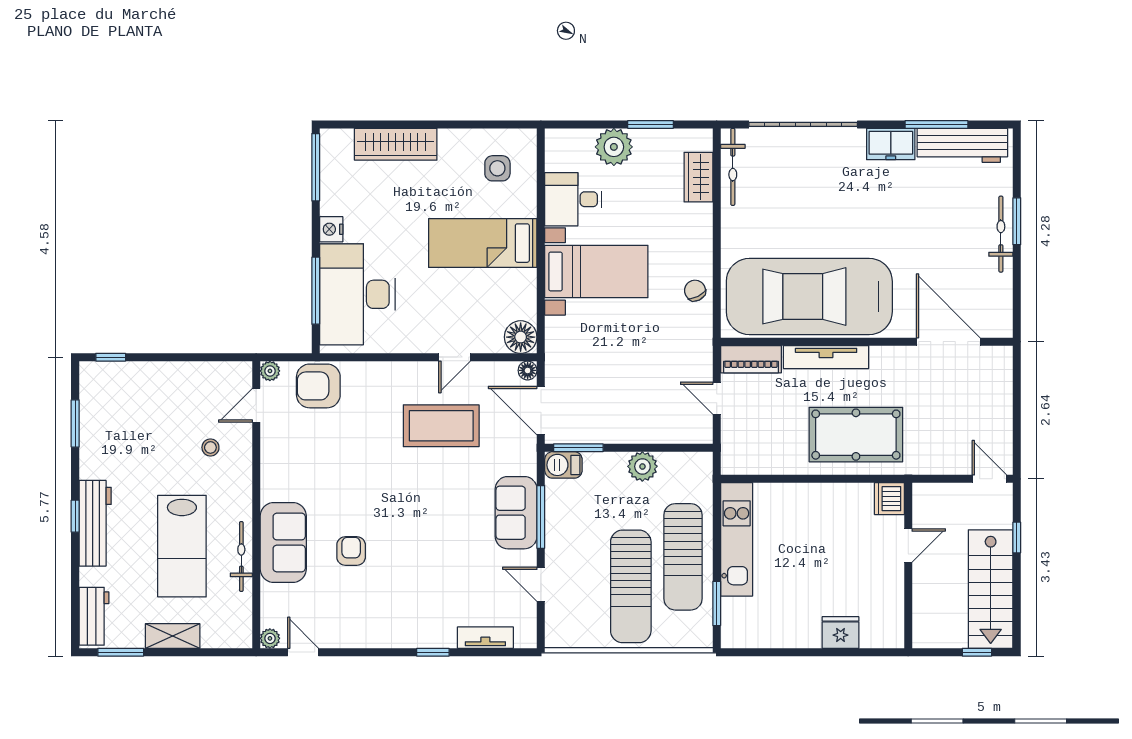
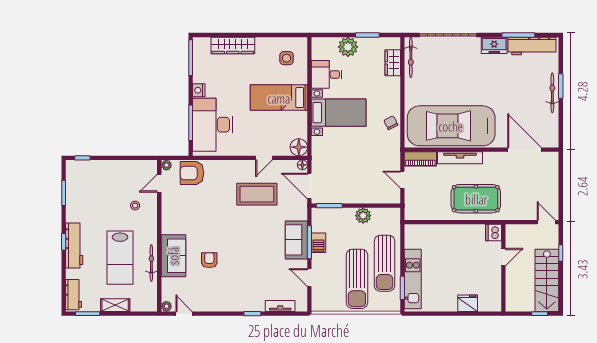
barbecue: (563, 465) -> (319, 243), moved, turned -90
kitchen unit: (737, 539) -> (413, 279), moved

